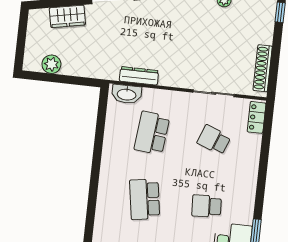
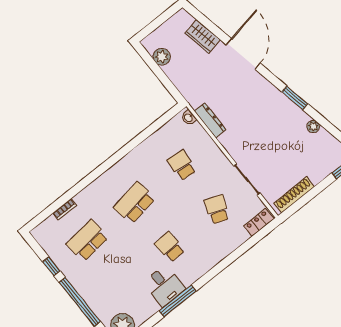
washbasin: (127, 94) -> (189, 118), width x0.52, depth x0.69
school desk: (152, 133) -> (182, 165), width x0.54

